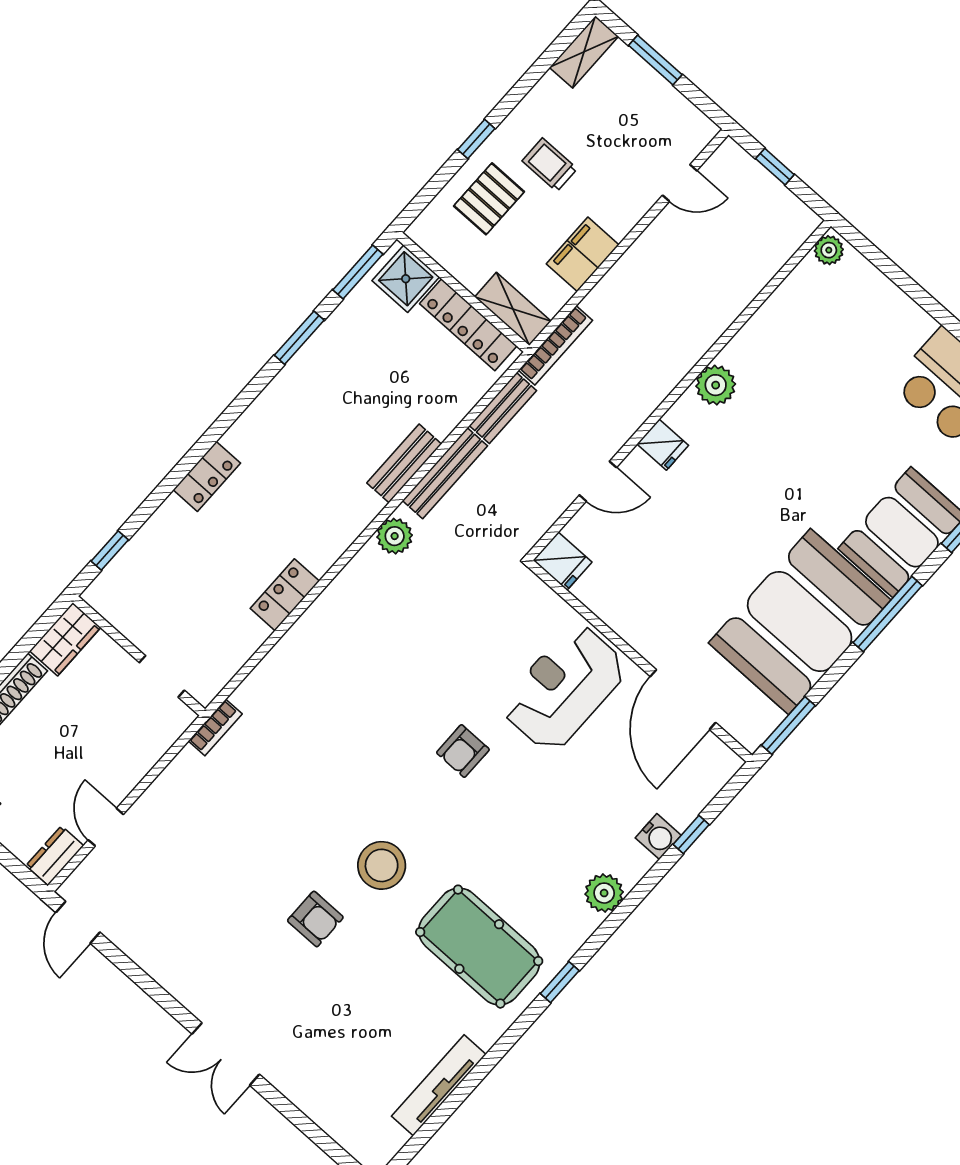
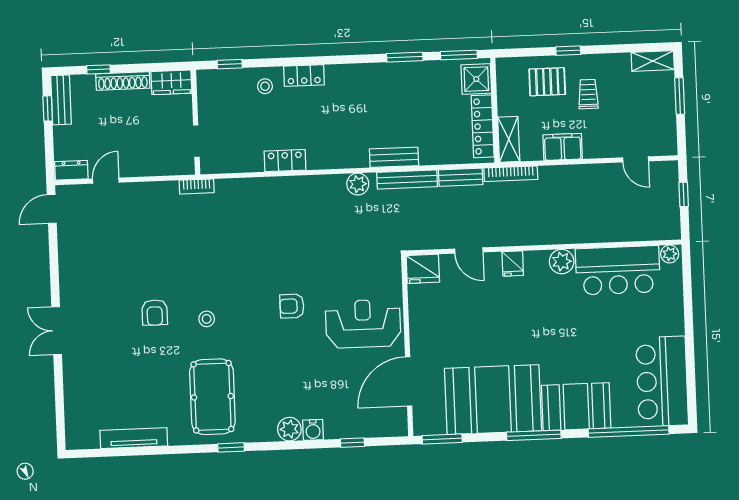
bar counter: (789, 329) -> (618, 270), added
stool: (175, 534) -> (265, 86), added
fridge: (562, 561) -> (423, 269), width x1.38
water cooler: (658, 837) -> (313, 430), moved
stool: (382, 865) -> (207, 319), width x0.53, depth x0.53

